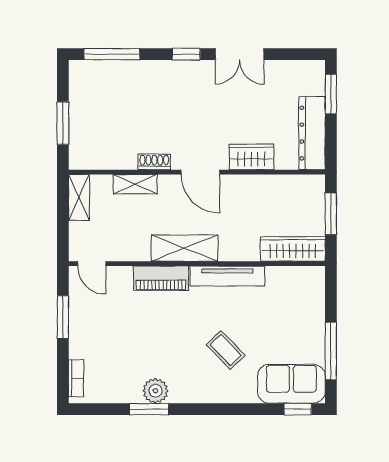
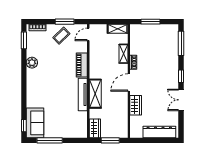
window: (331, 94) -> (163, 140), removed
dresser: (312, 133) -> (159, 132), moved
shelving: (185, 248) -> (95, 94), moved
wardrobe: (293, 249) -> (95, 128), width x0.67
coffee table: (226, 350) -> (61, 36), moved
window: (149, 409) -> (24, 40), moved

